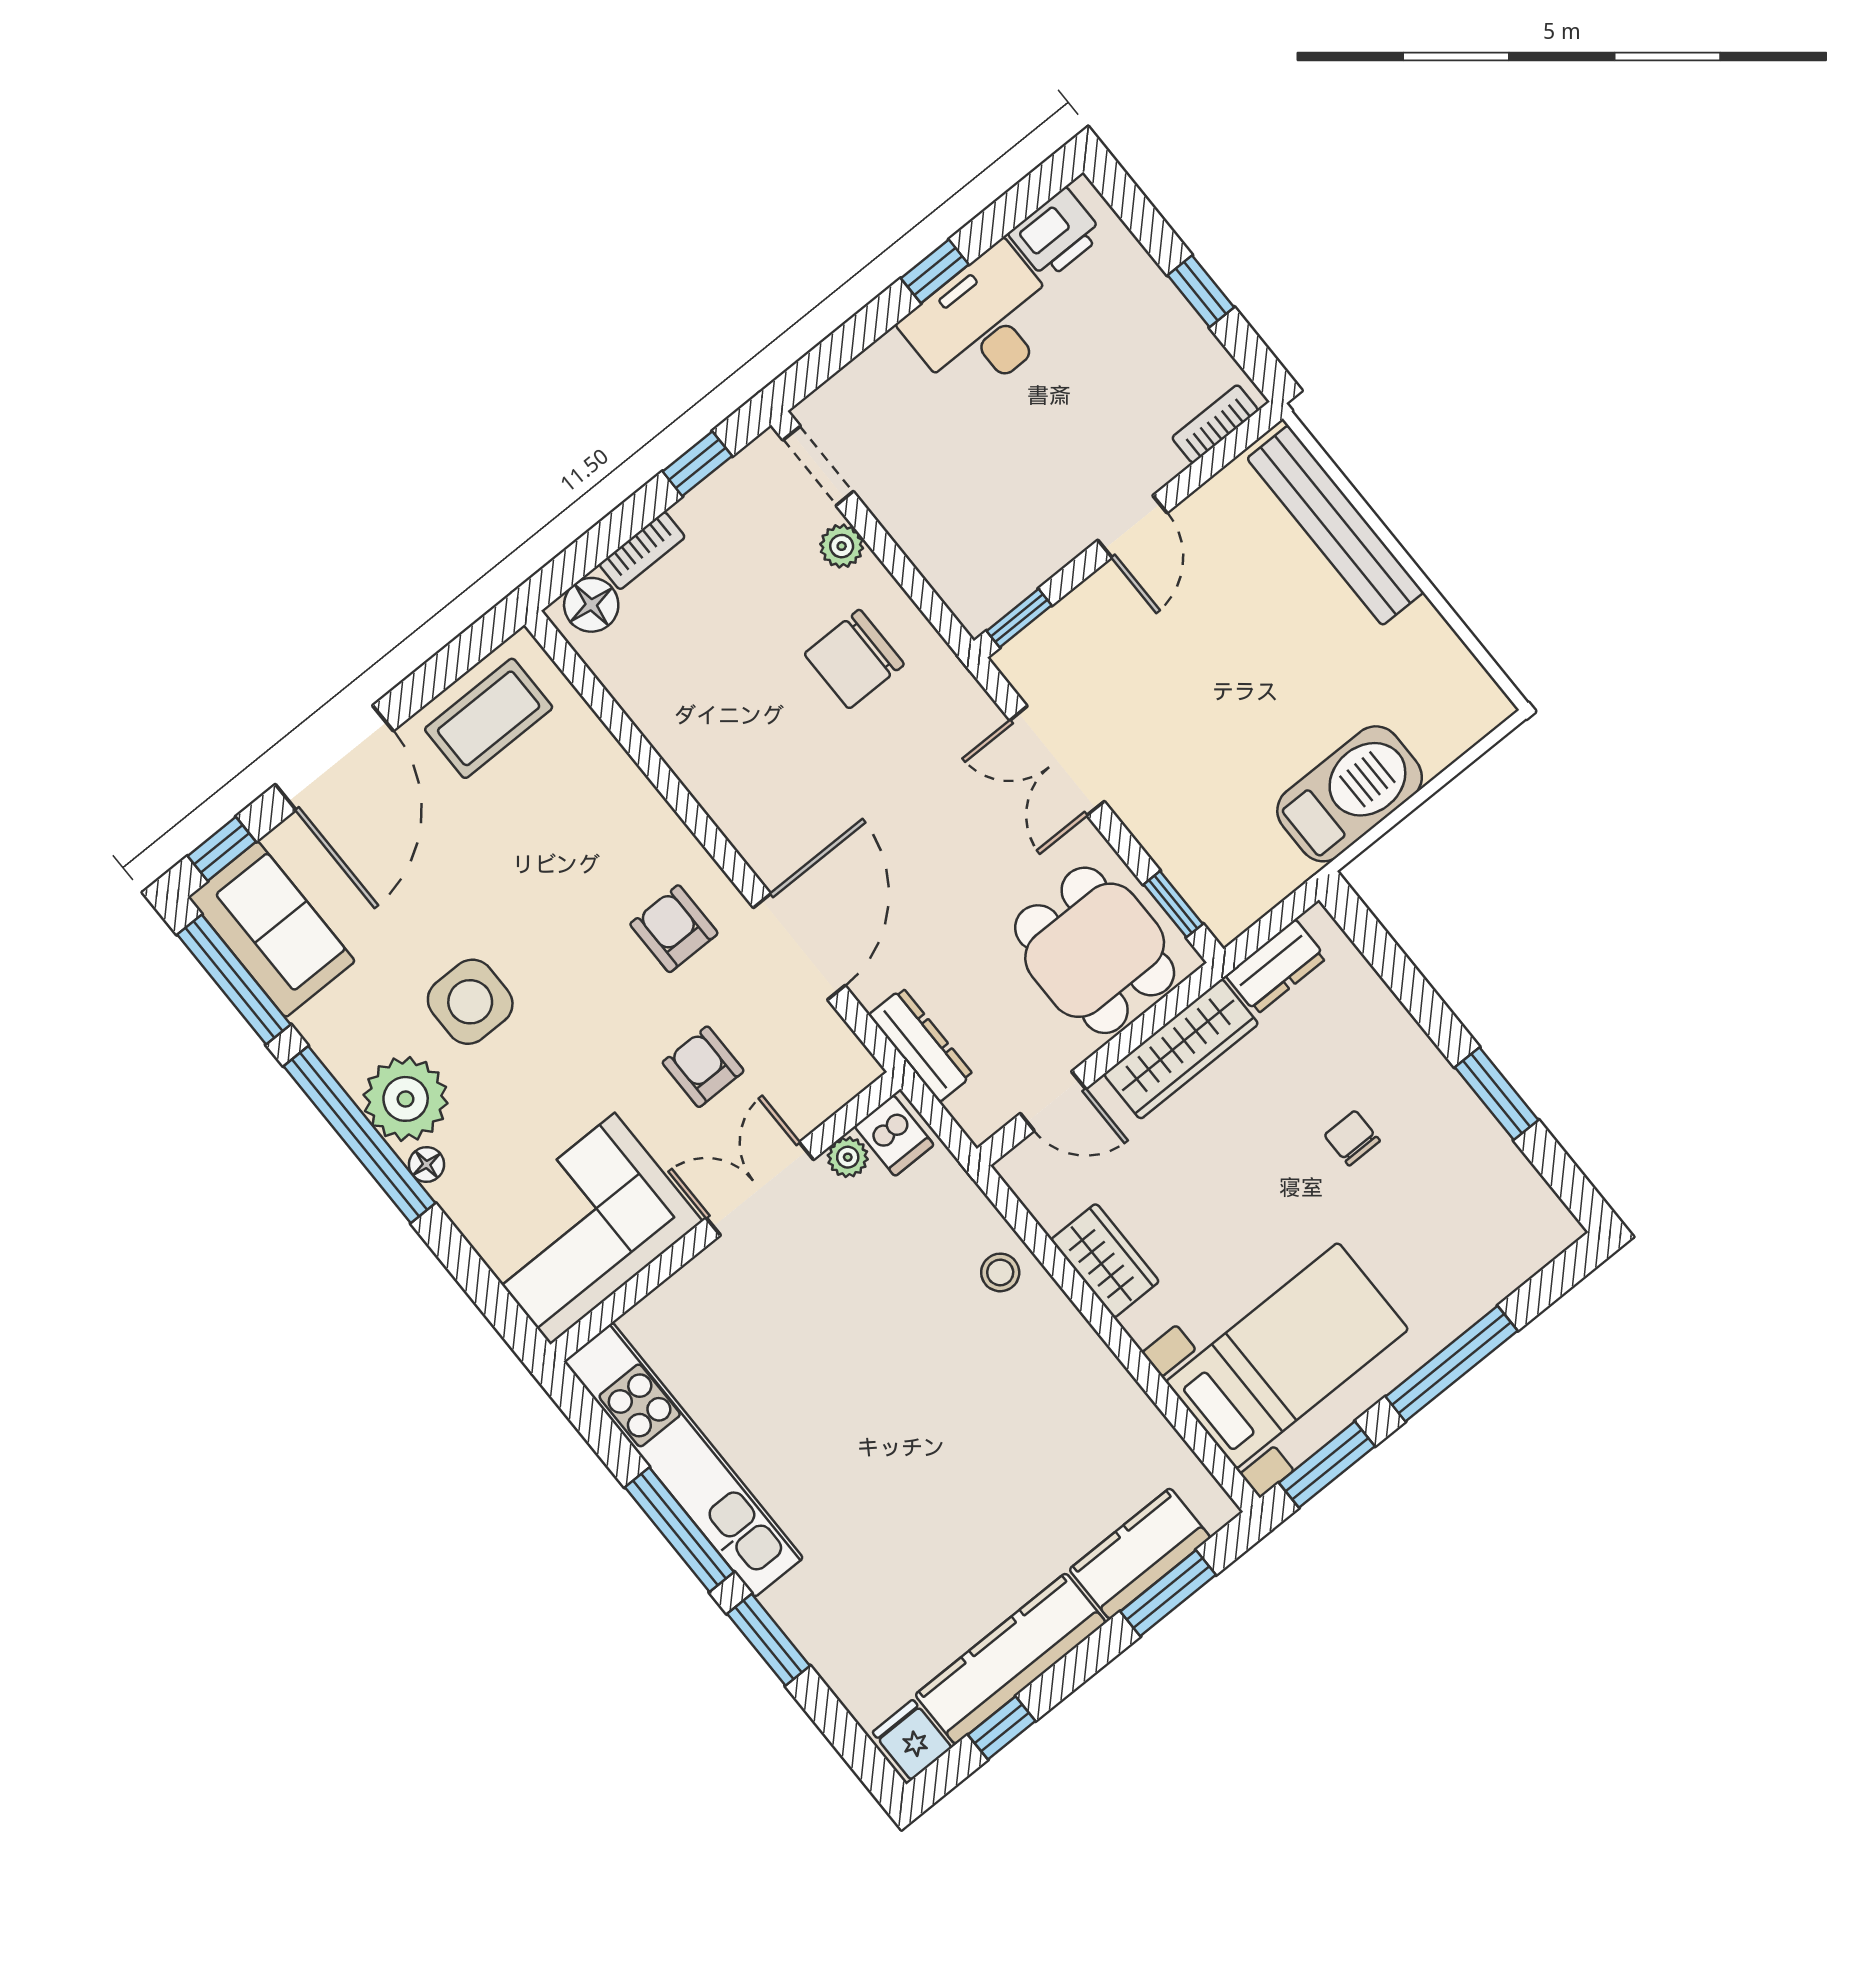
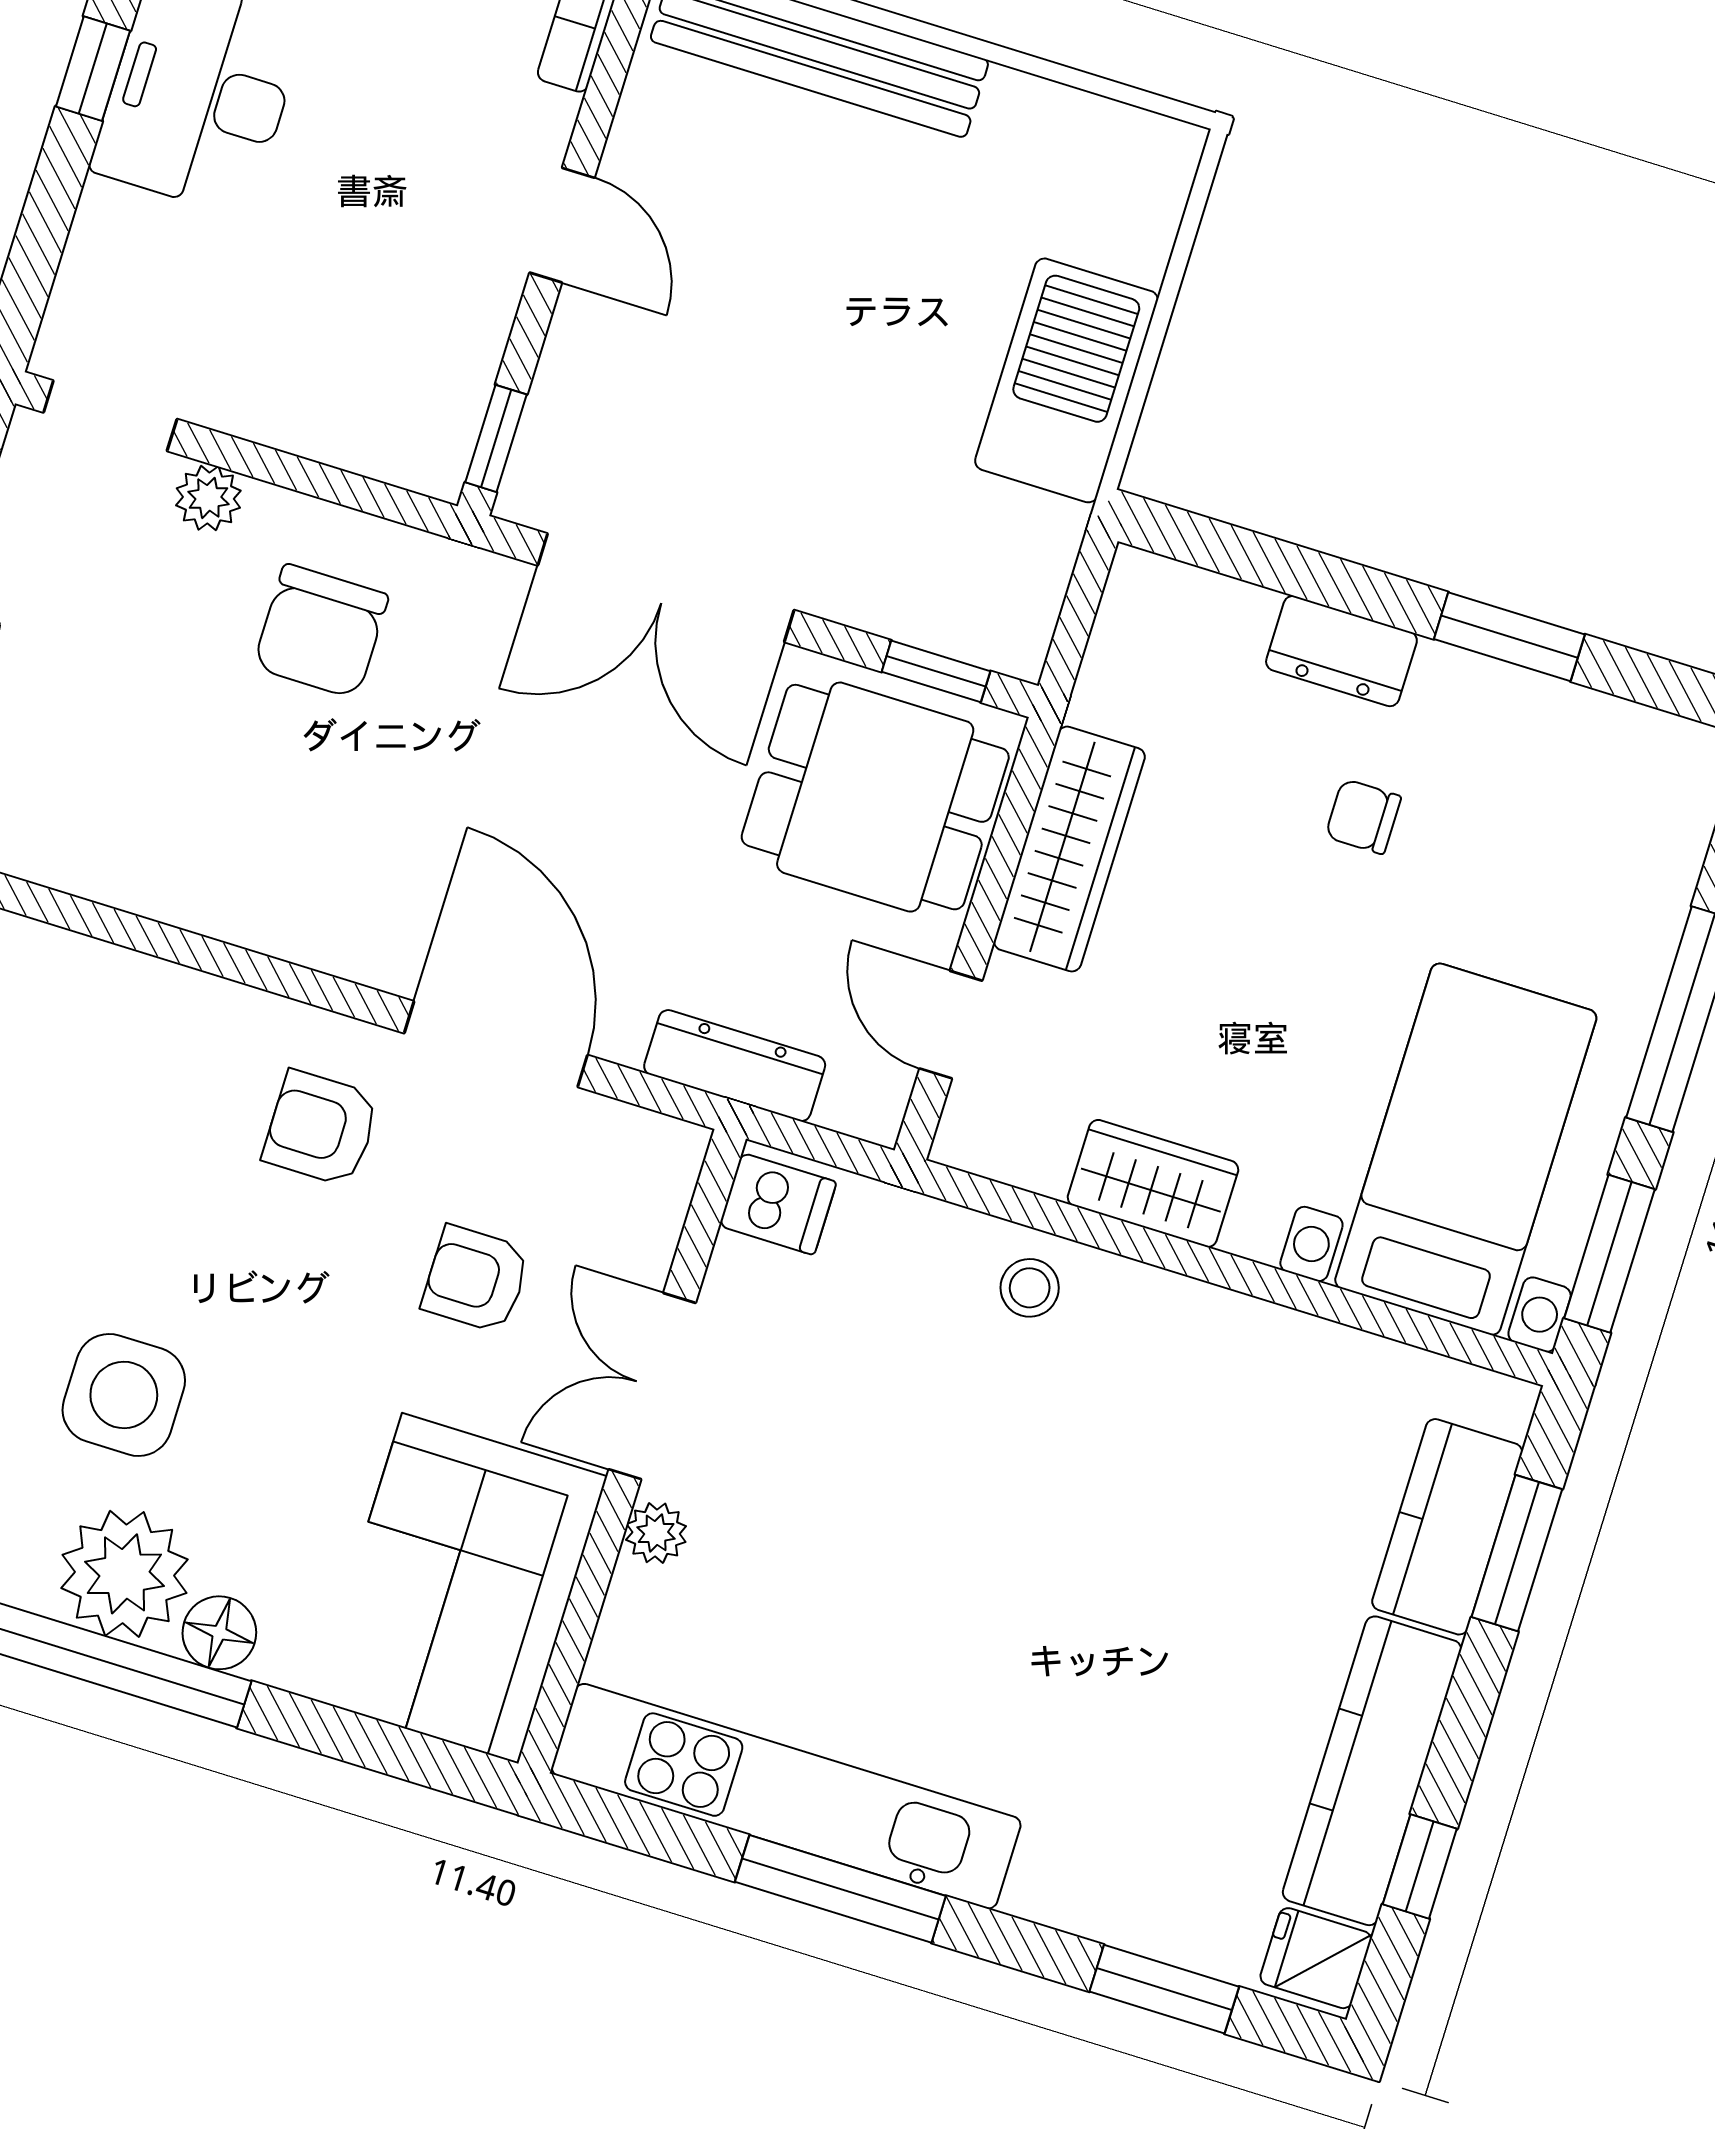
double door: (1057, 761) -> (666, 588), width x1.37
dresser: (1276, 967) -> (1341, 651), moved, turned 90
door: (1053, 1101) -> (951, 1025), swing flipped
plant: (848, 1157) -> (656, 1533), moved
floor lamp: (427, 1164) -> (219, 1633), width x1.37, depth x1.37
window: (769, 1640) -> (1164, 1989), moved

